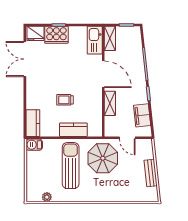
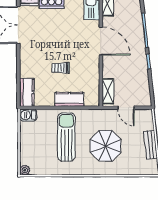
shelving: (110, 103) -> (108, 91), moved
filing cabinet: (142, 115) -> (142, 84), removed
parasol: (103, 158) -> (106, 146), moved
plant: (47, 197) -> (25, 170), moved

